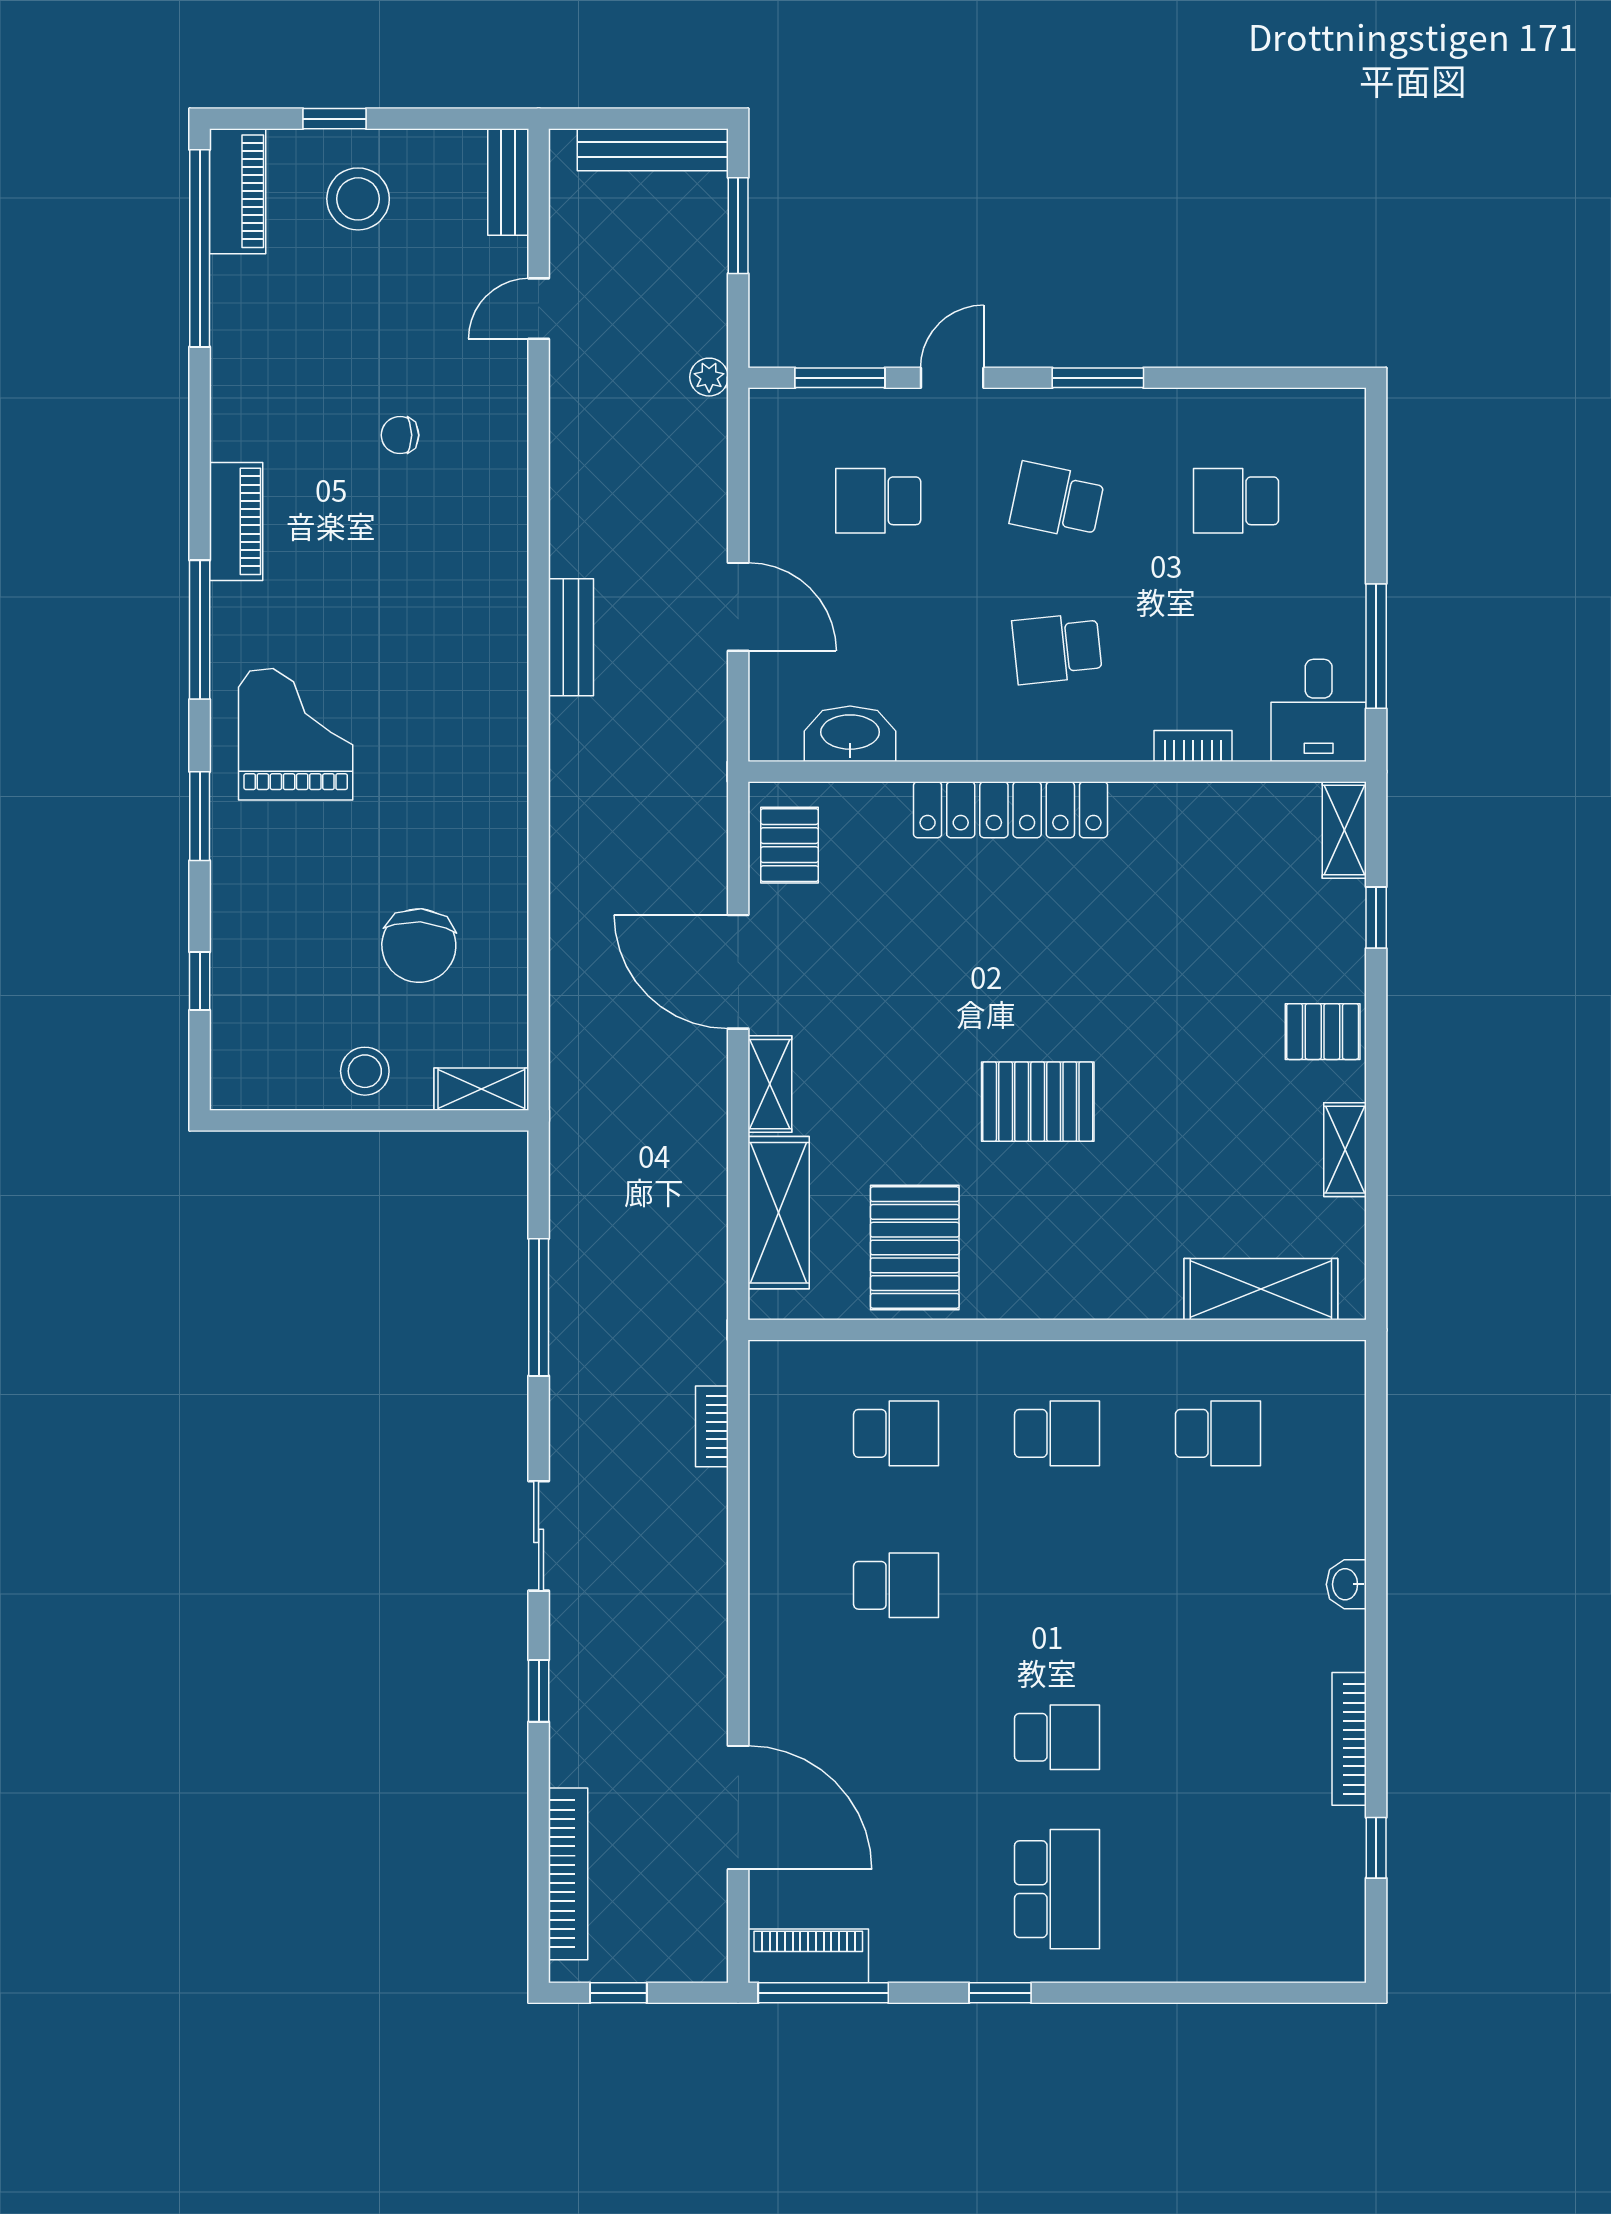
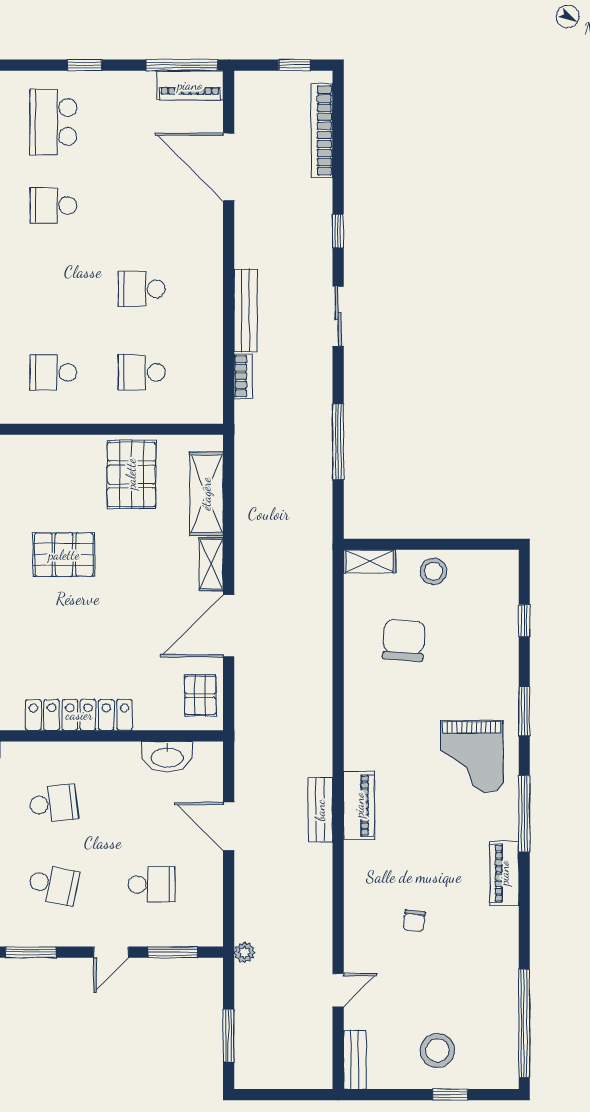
bench: (653, 150) -> (246, 310), moved, turned 90
piano: (238, 191) -> (359, 805), moved, turned 180
chair: (400, 435) -> (414, 921), turned 97
door: (738, 972) -> (229, 626), swing flipped

